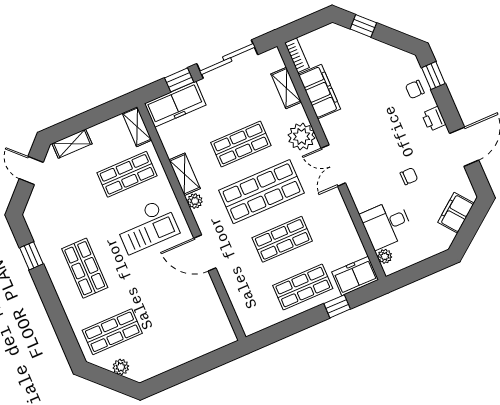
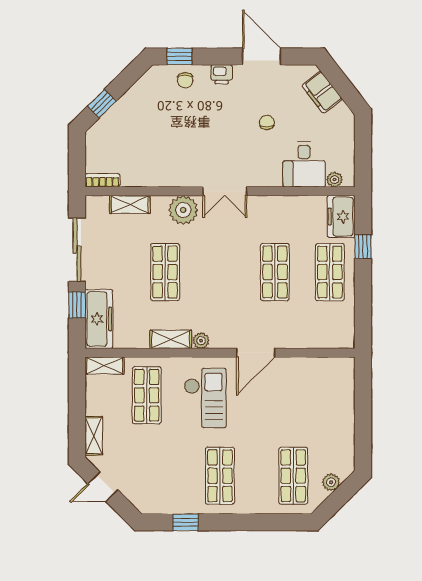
filing cabinet: (319, 92) -> (147, 174), removed
shop shelf: (261, 192) -> (220, 272), removed
shop shelf: (85, 268) -> (220, 476), turned 90

